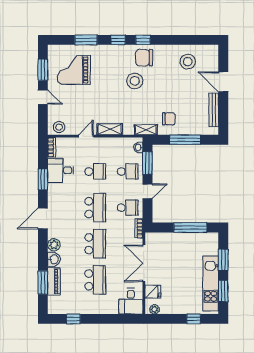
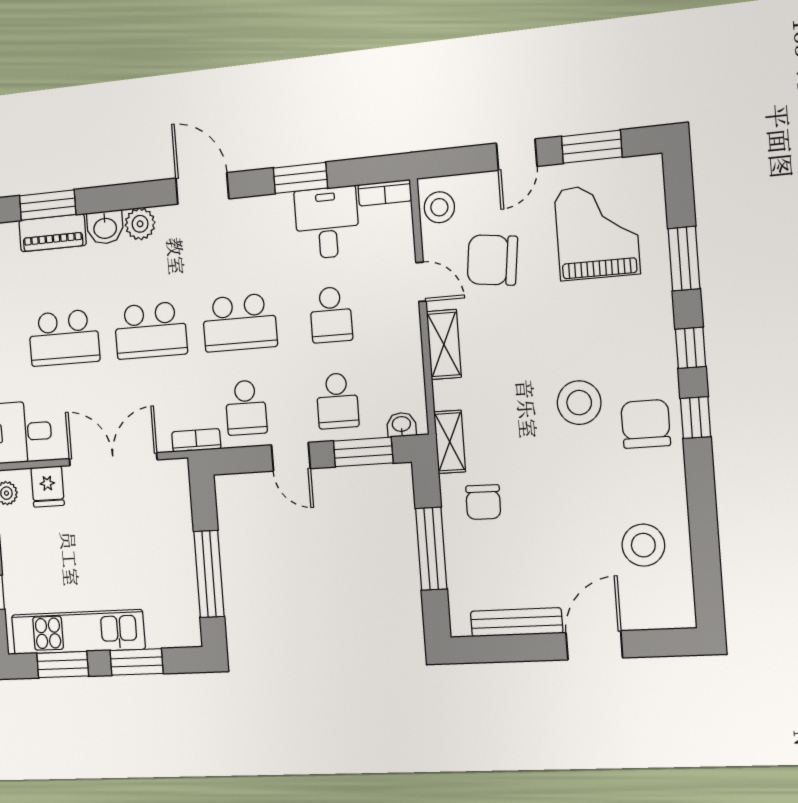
chair: (80, 109) -> (492, 260), added

